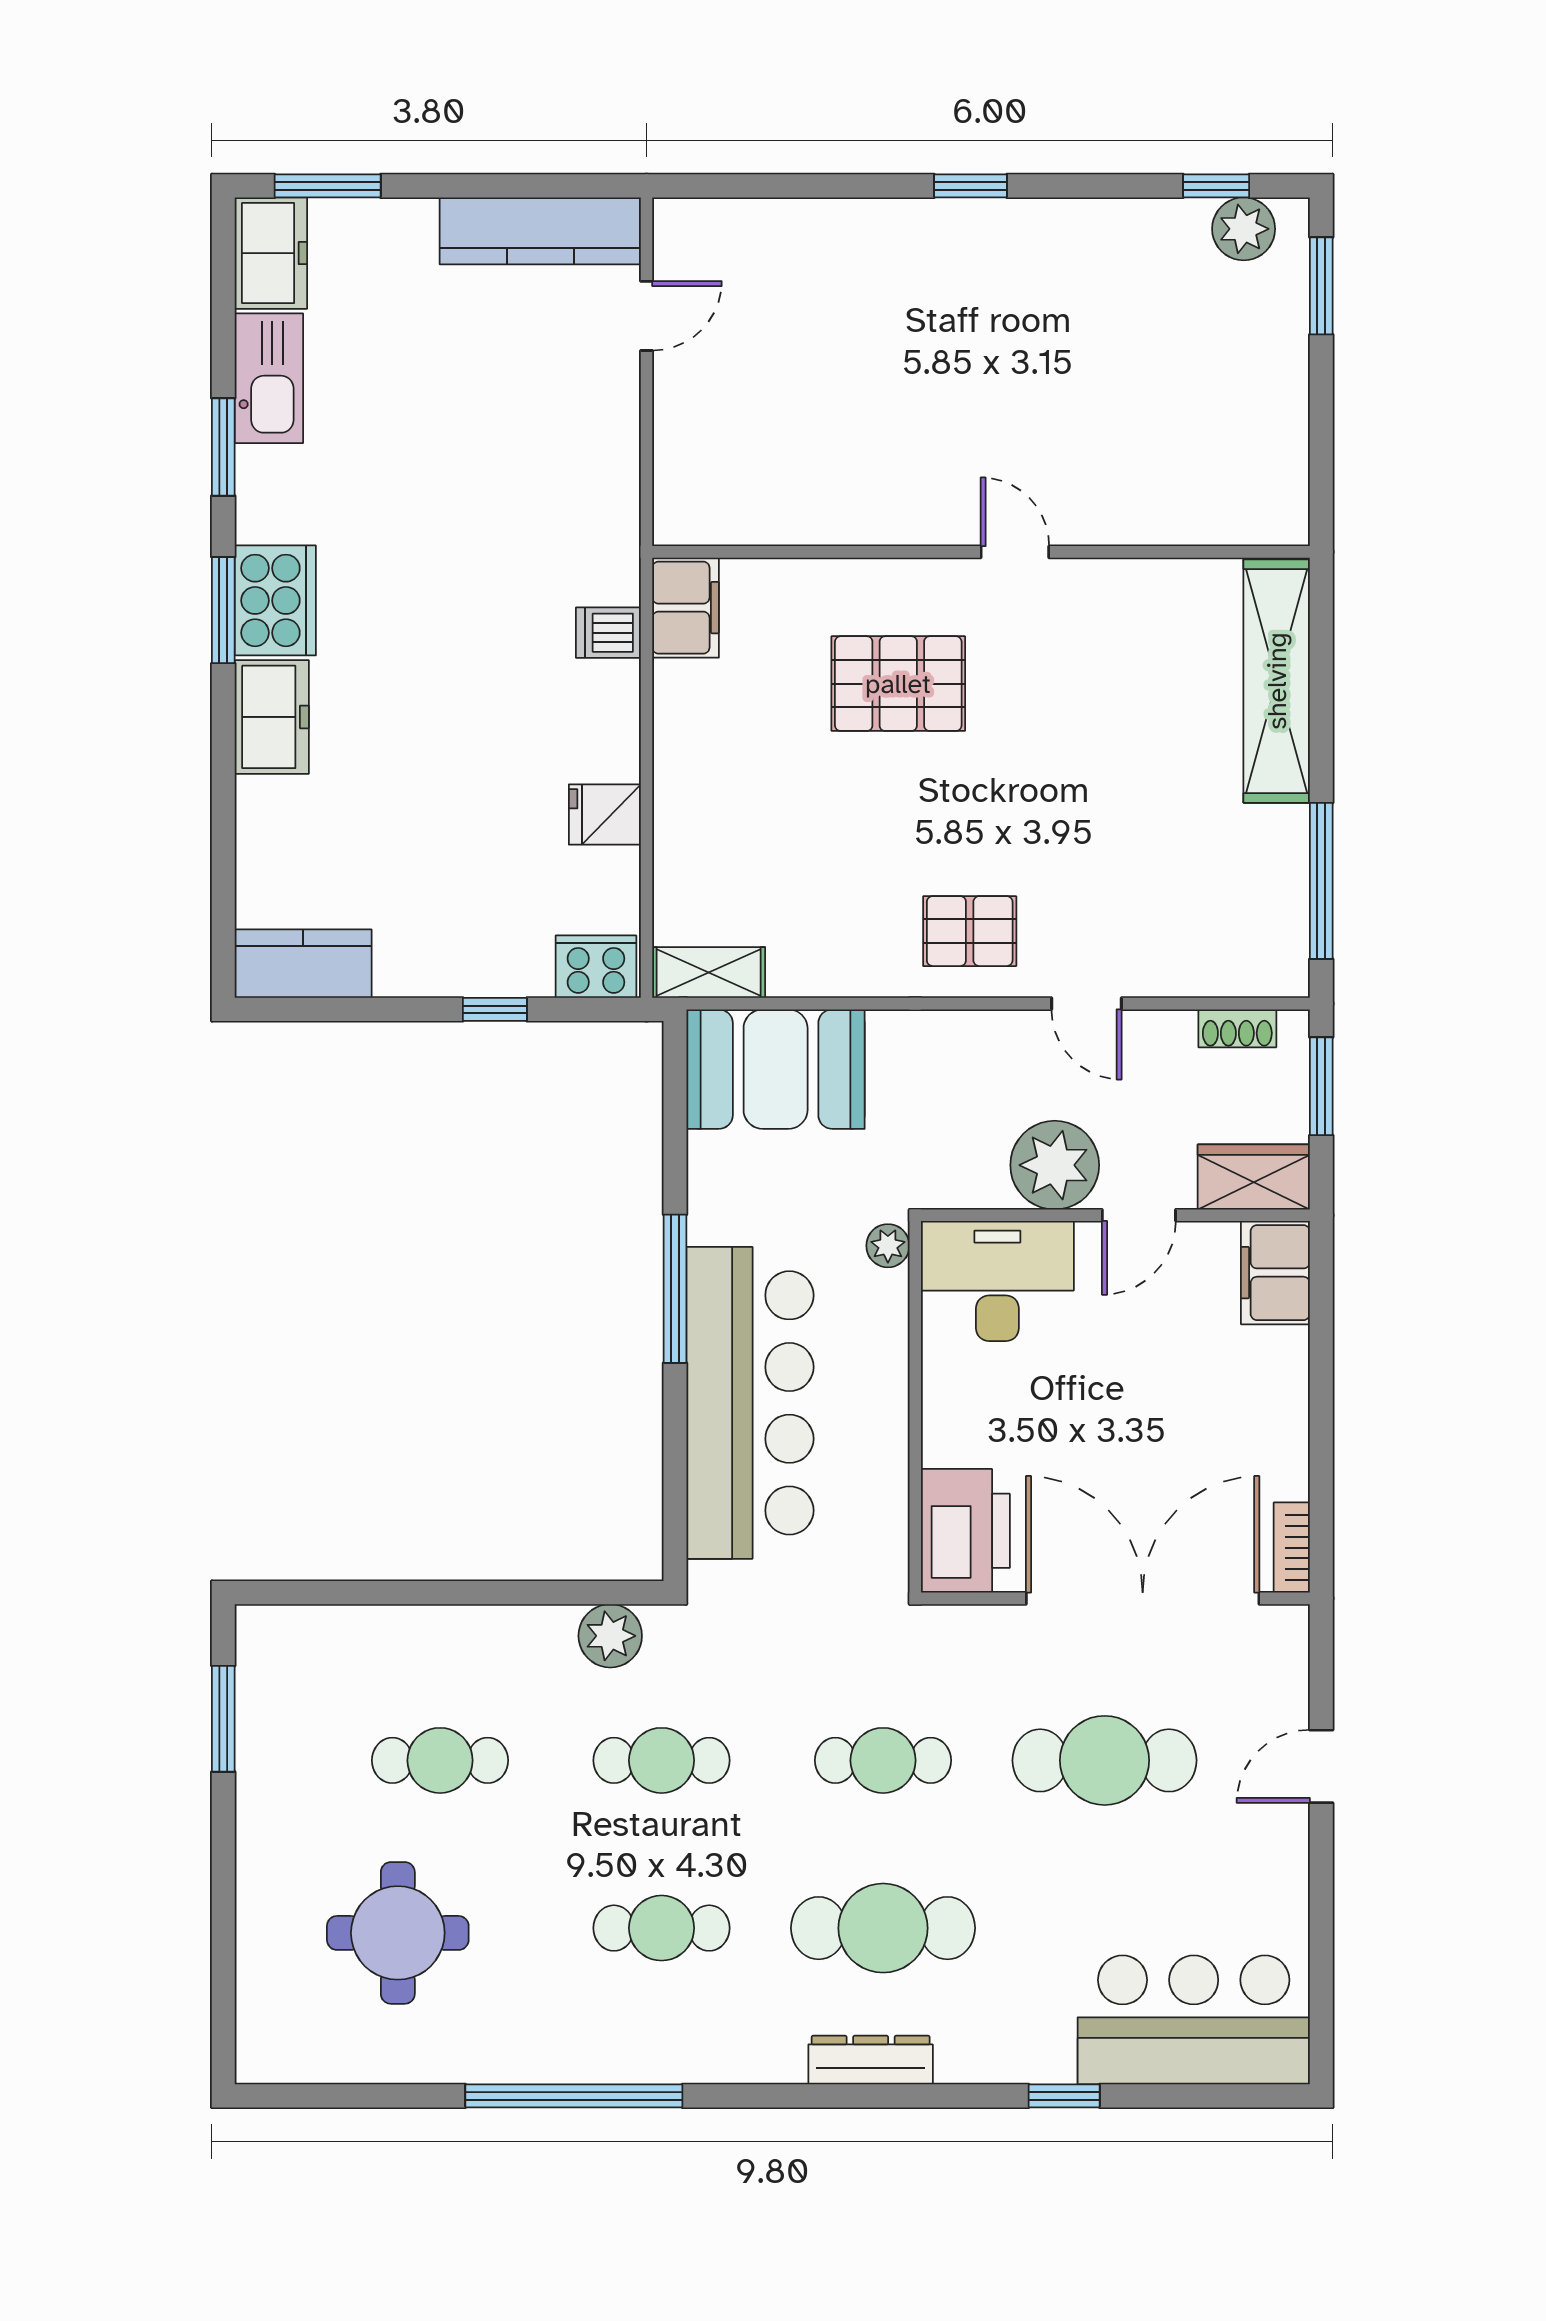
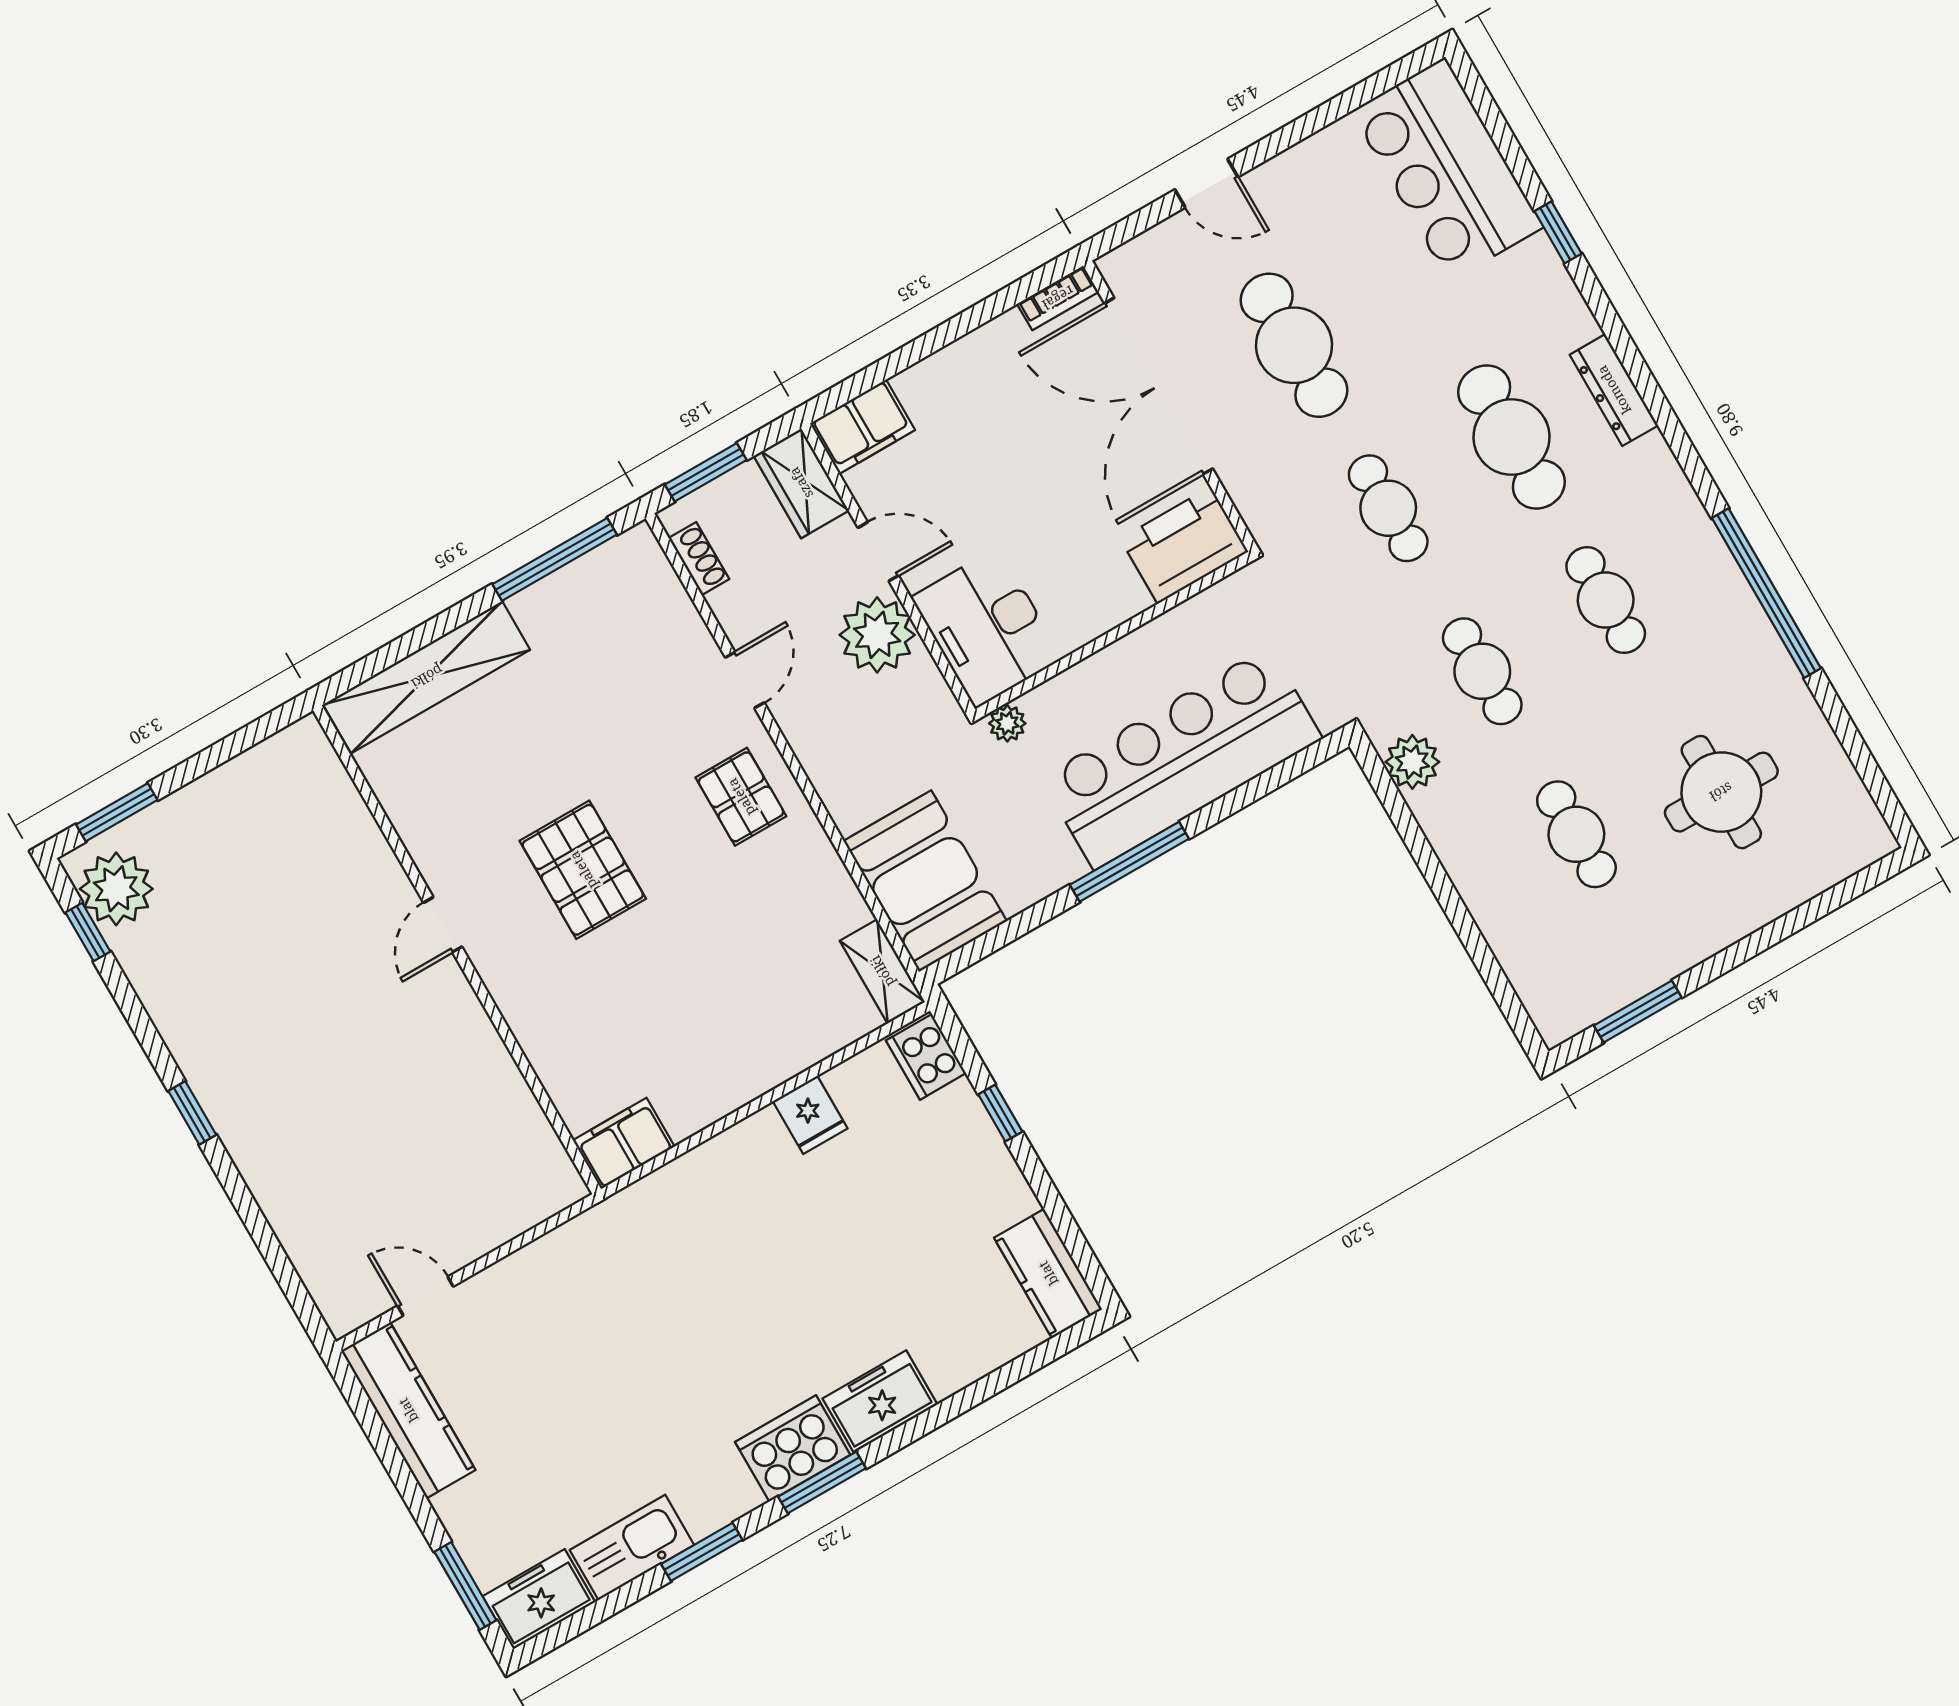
plant: (1244, 229) -> (116, 889), width x1.36, depth x1.36
dishwasher: (608, 633) -> (675, 1190), removed
pallet: (898, 684) -> (583, 870), moved

